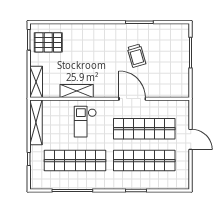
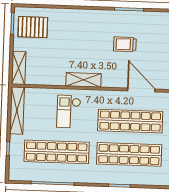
trolley: (136, 56) -> (125, 44), turned 106
shelving: (77, 91) -> (84, 80), moved
door: (132, 99) -> (141, 90), moved

